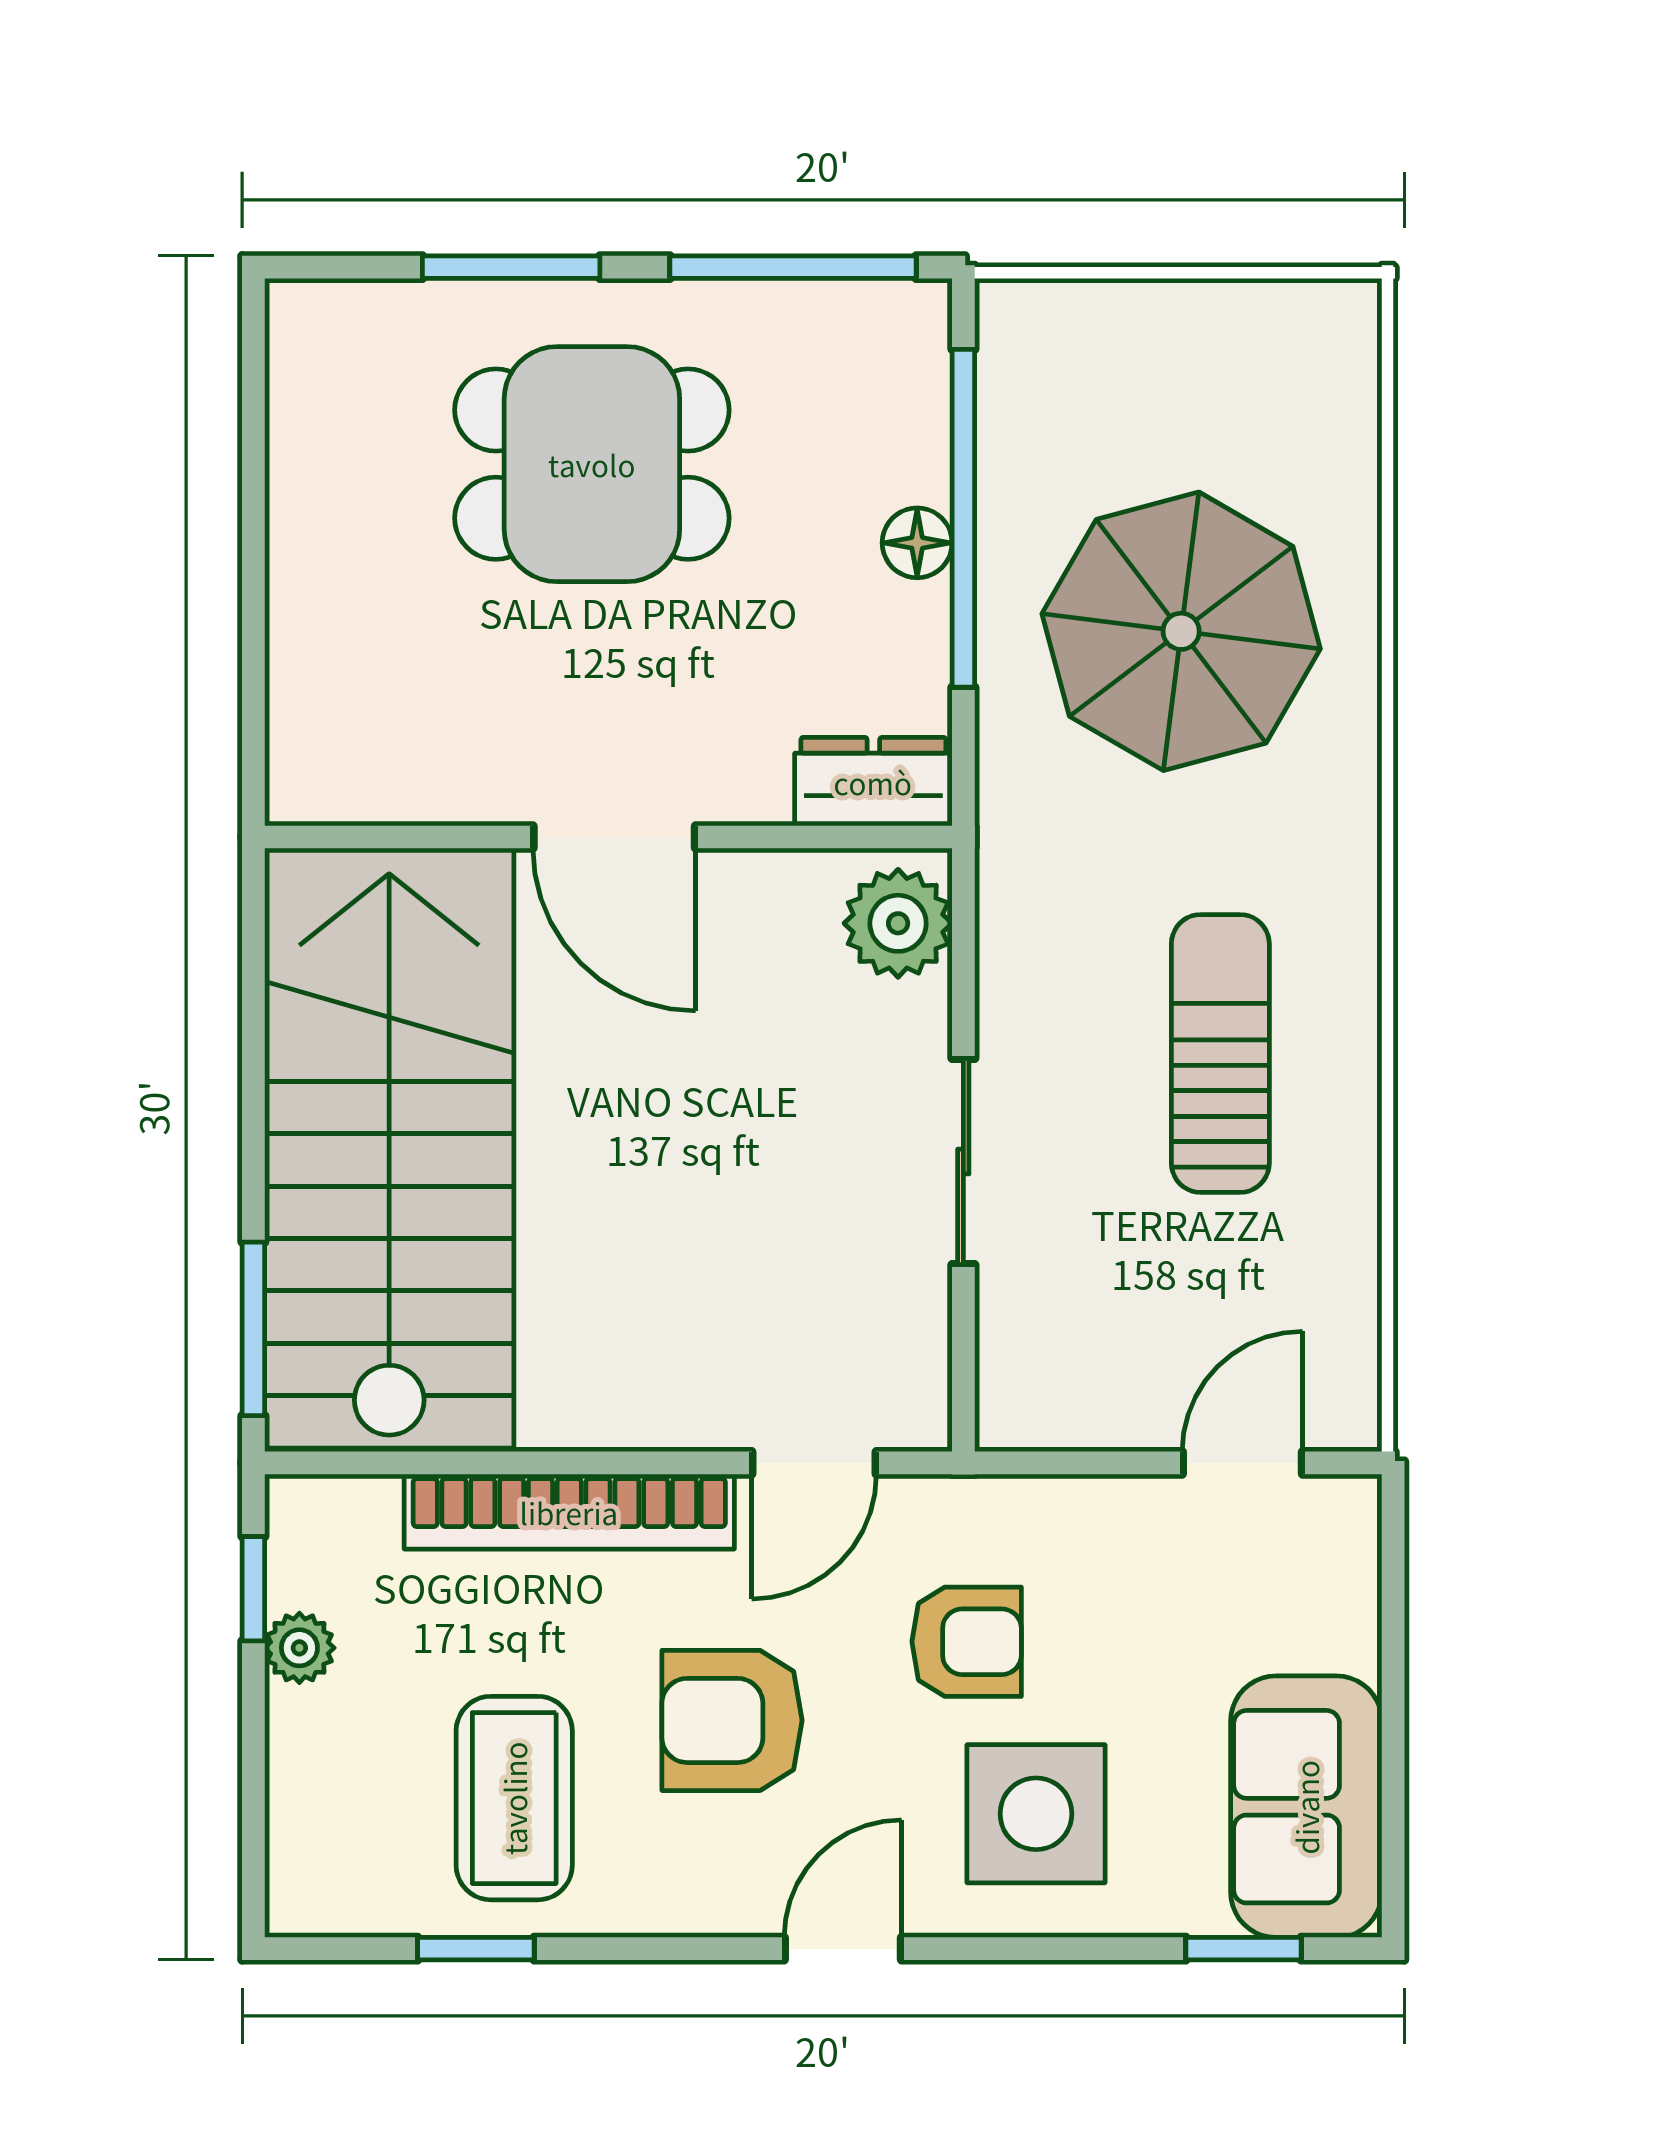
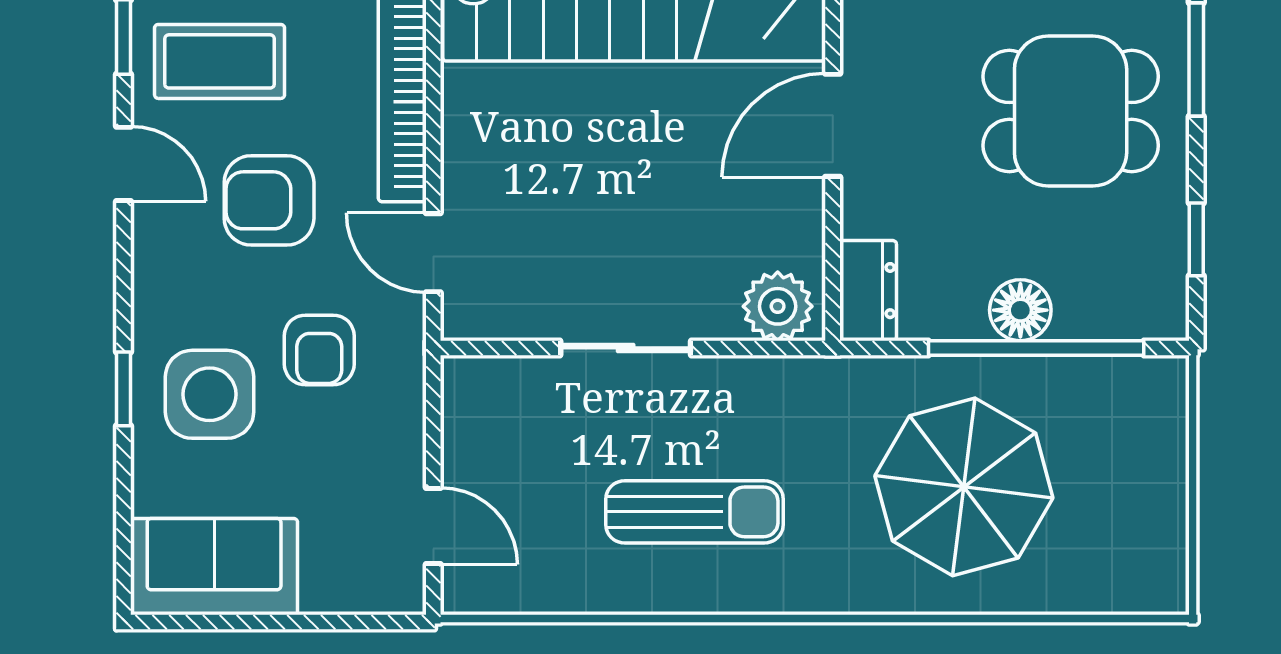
window: (793, 267) -> (1196, 239), width x0.46
dining table: (592, 464) -> (1071, 111), turned 90
floor lamp: (917, 543) -> (1020, 310), width x1.37, depth x1.37
armchair: (732, 1720) -> (269, 200), turned -90
door: (843, 1949) -> (123, 164), moved
window: (1243, 1949) -> (123, 389), moved

